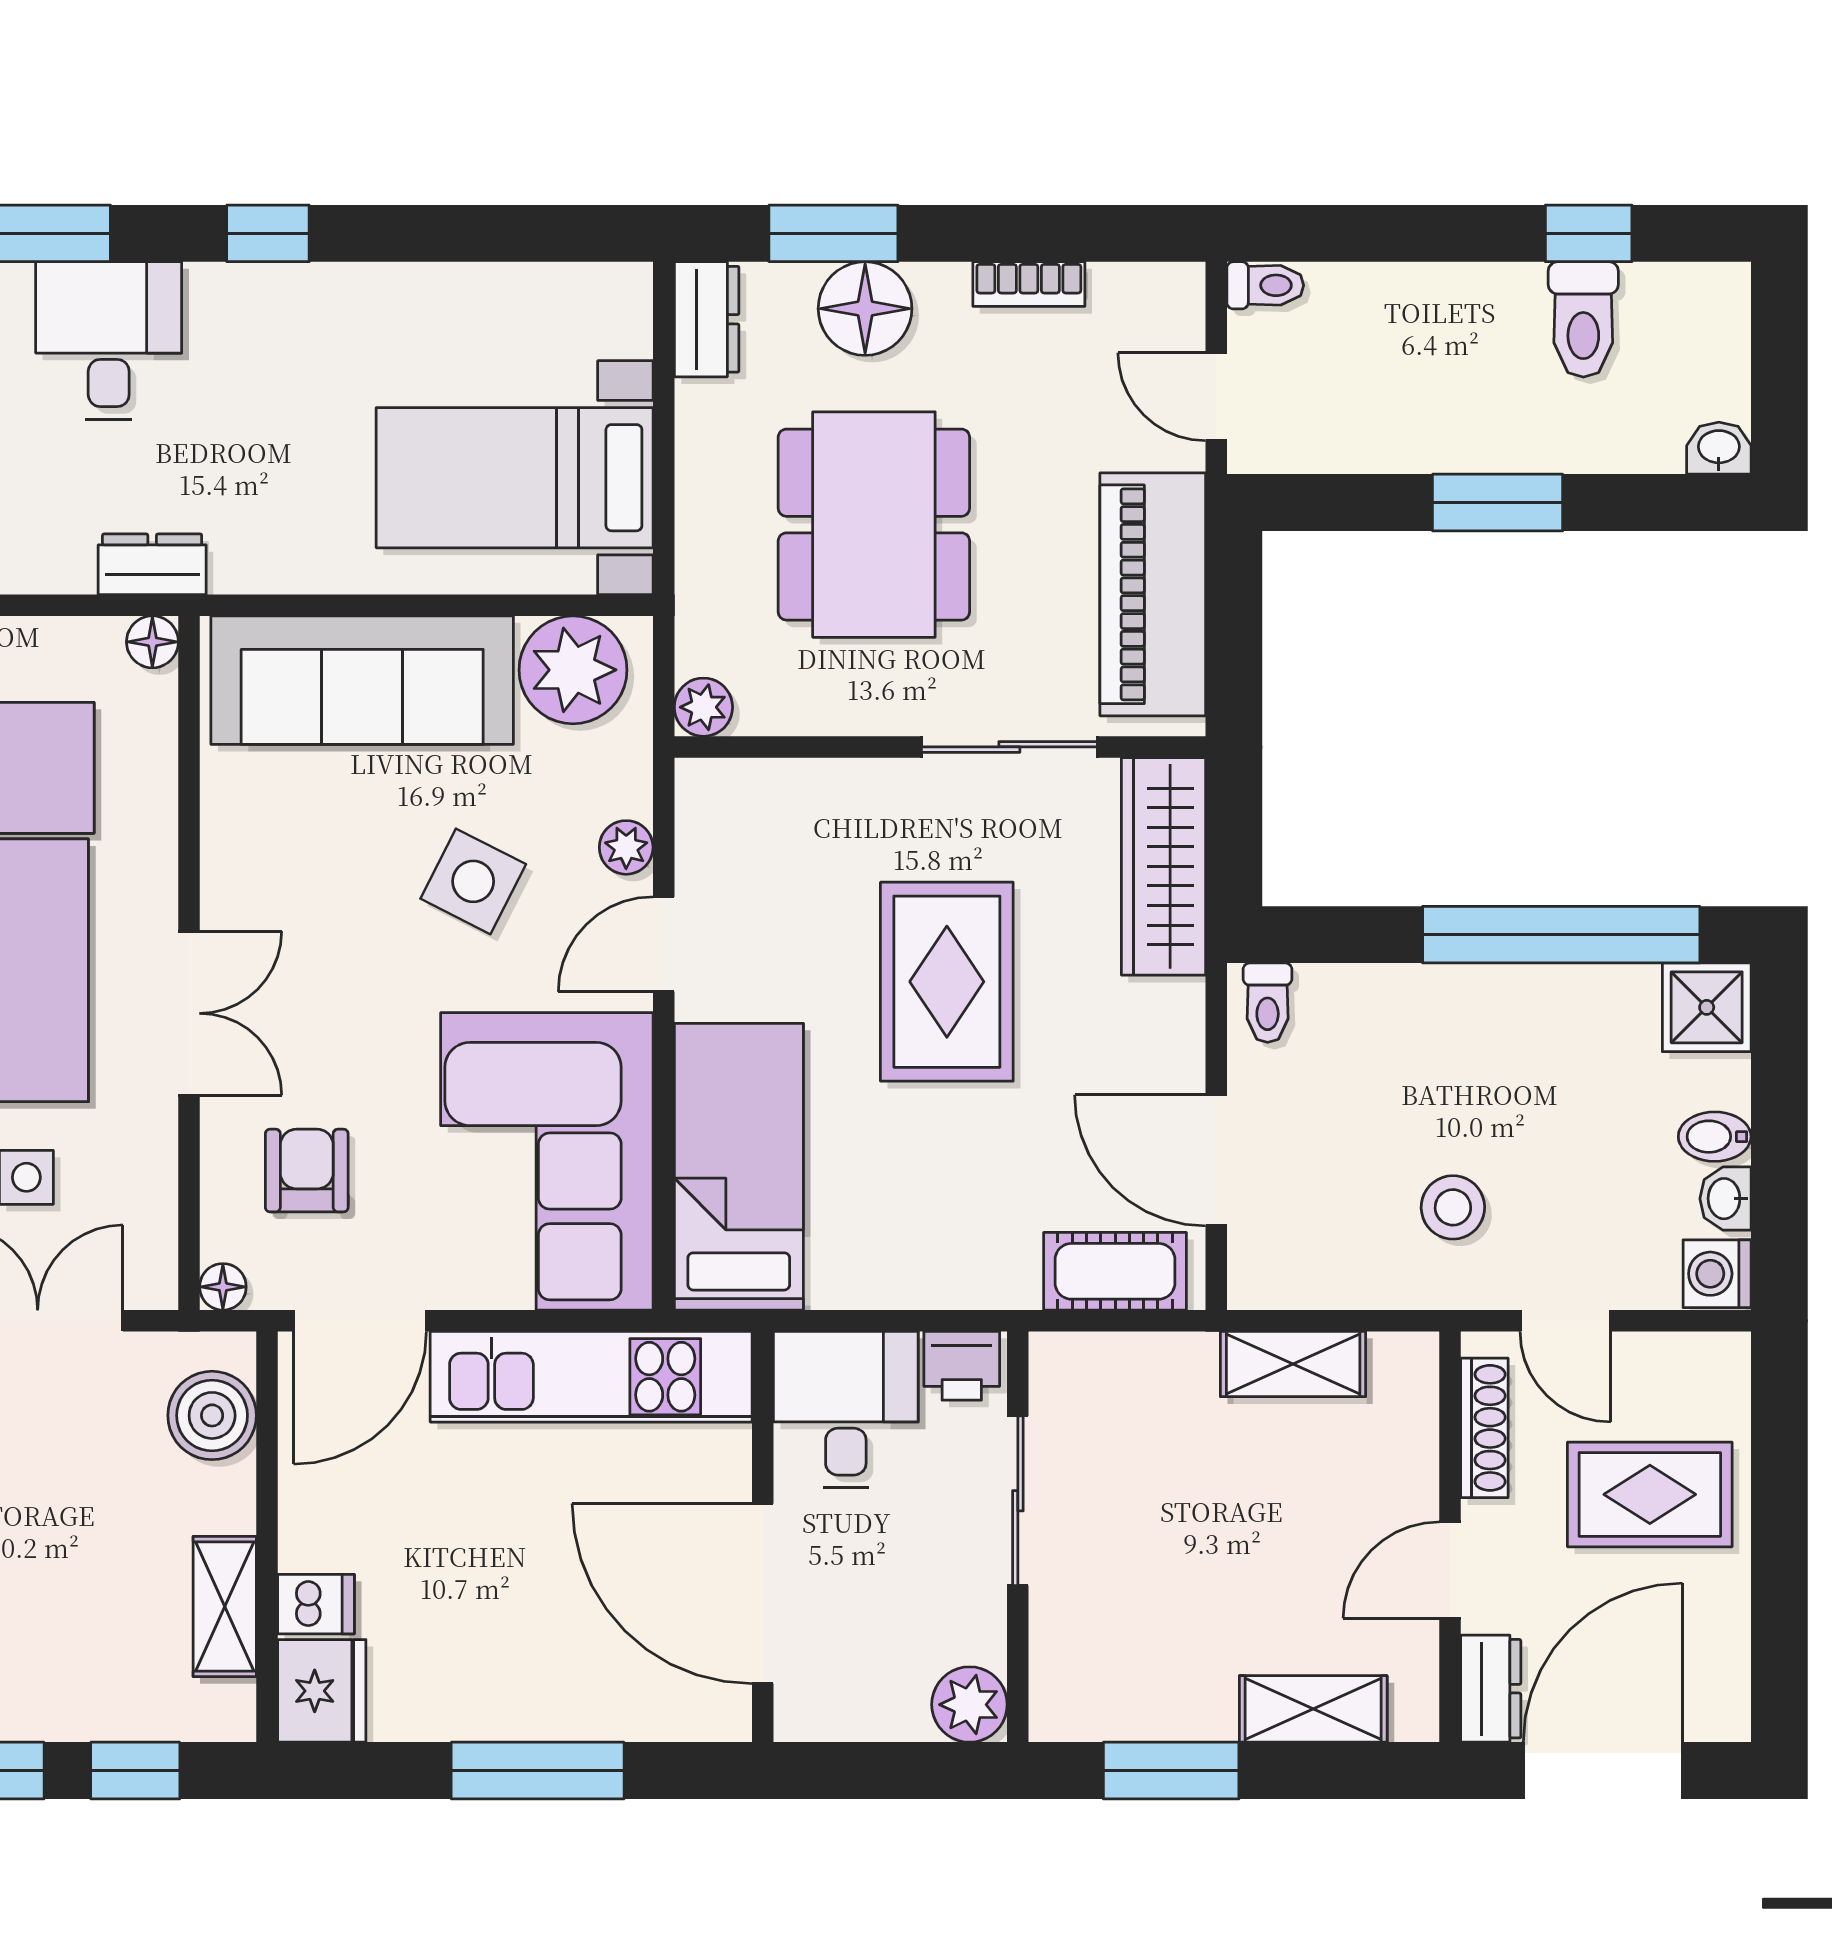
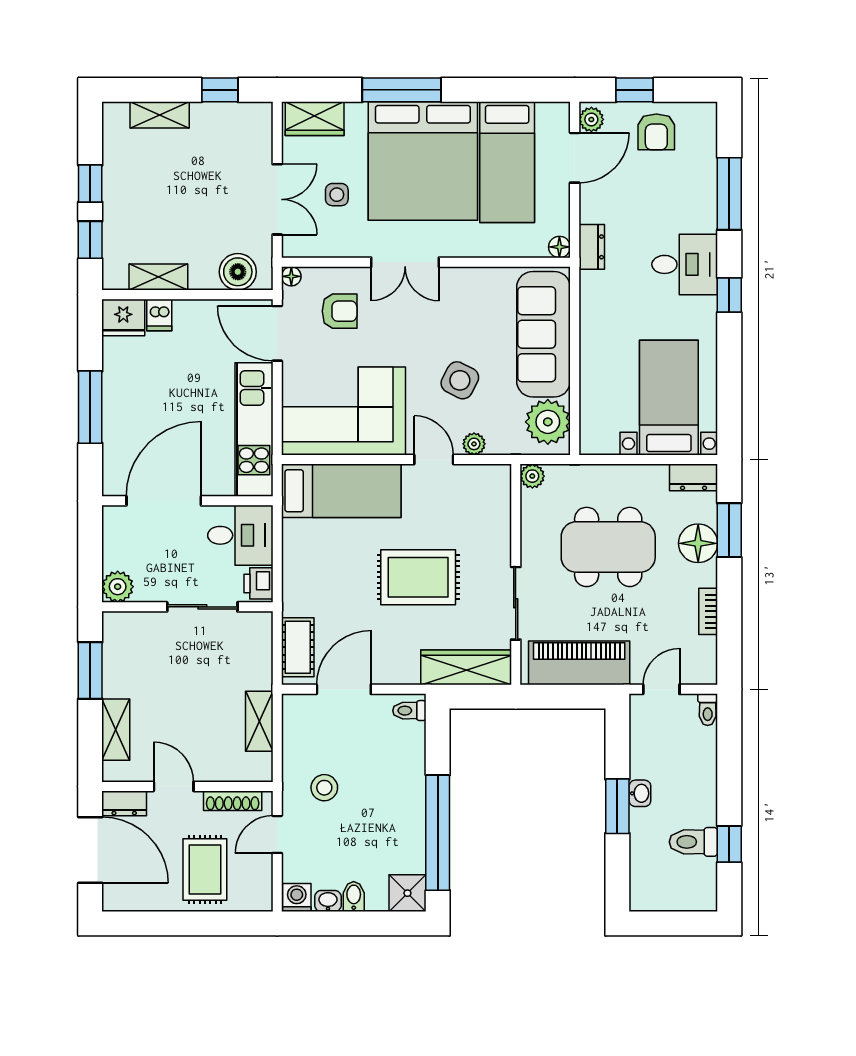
desk: (109, 340) -> (685, 264), moved
washbasin: (1719, 448) -> (640, 793), moved
bed with nightstands: (515, 478) -> (669, 398), moved

